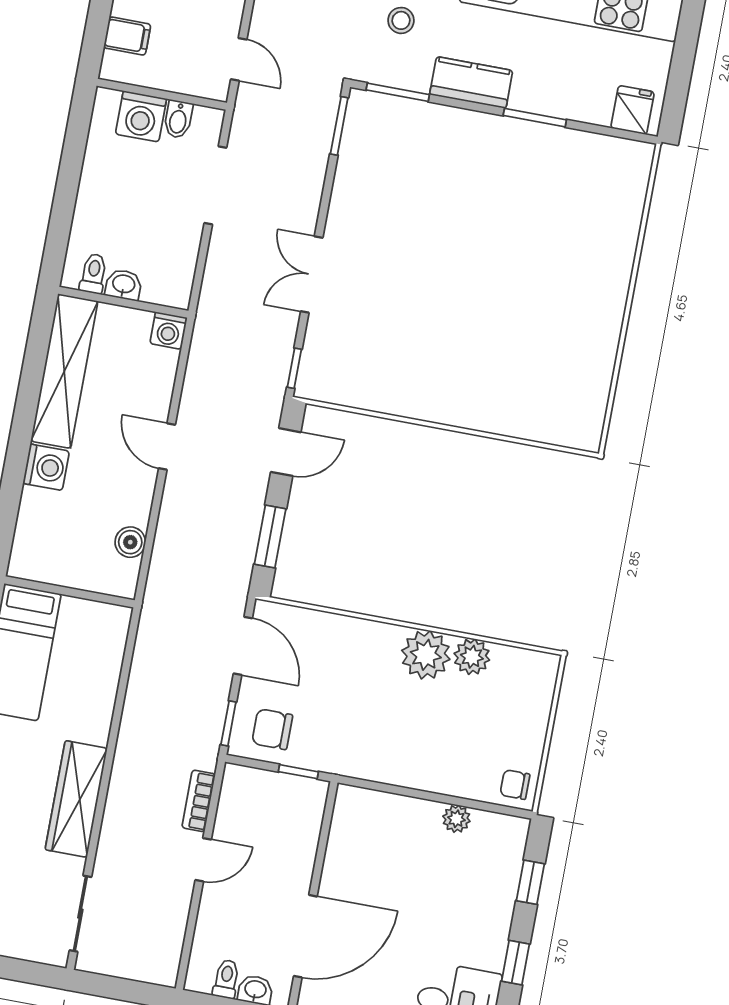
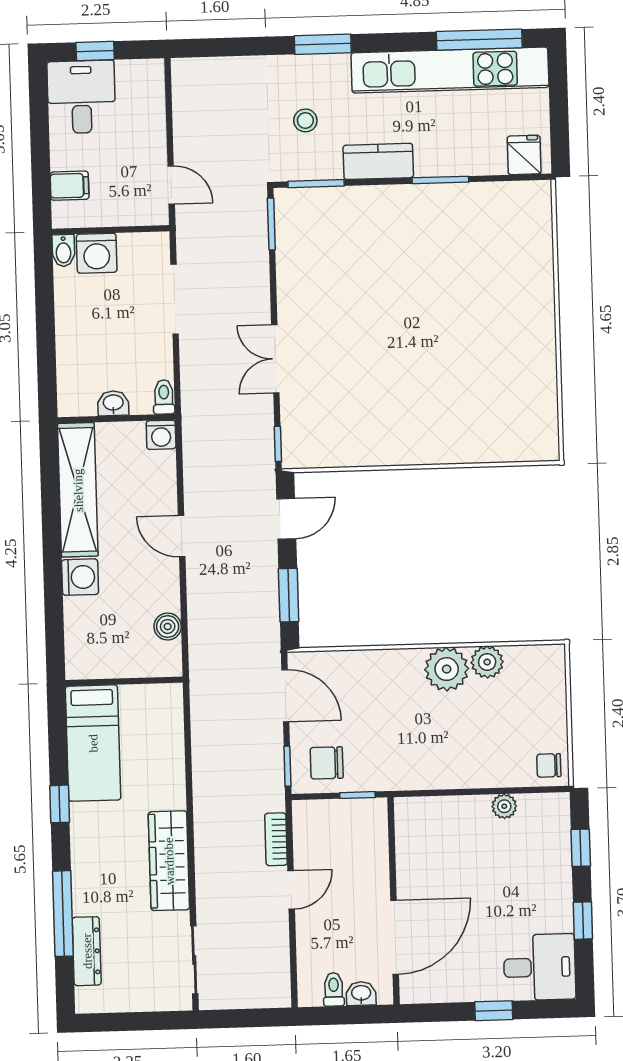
bidet: (178, 119) -> (63, 251), moved
toilet: (93, 274) -> (164, 397), moved

